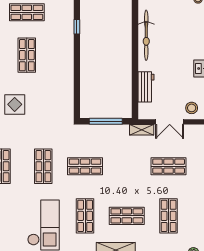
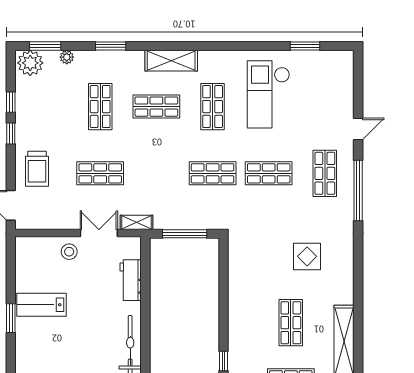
shop shelf: (43, 166) -> (269, 173), turned 90

